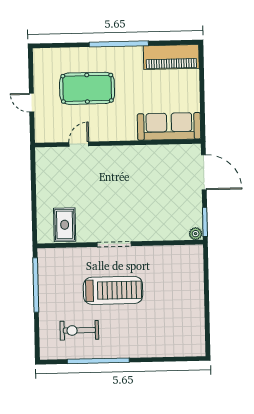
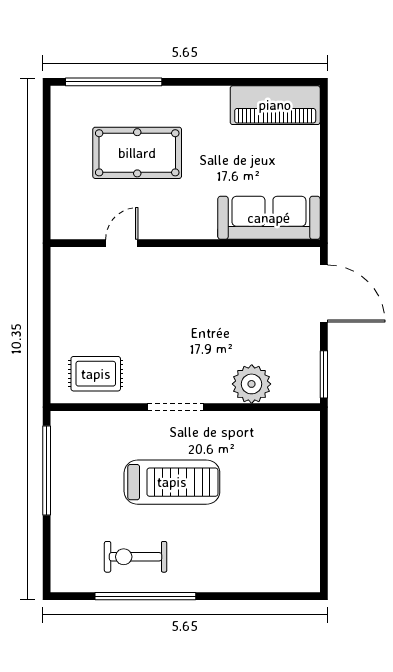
window: (119, 44) -> (114, 82), moved
door: (32, 103) -> (47, 174), removed
rug: (65, 225) -> (96, 374), turned 90
plant: (196, 234) -> (252, 384), moved, width x1.88, depth x1.88
exercise bike: (79, 330) -> (135, 557), moved

